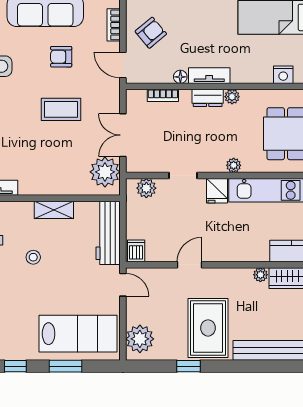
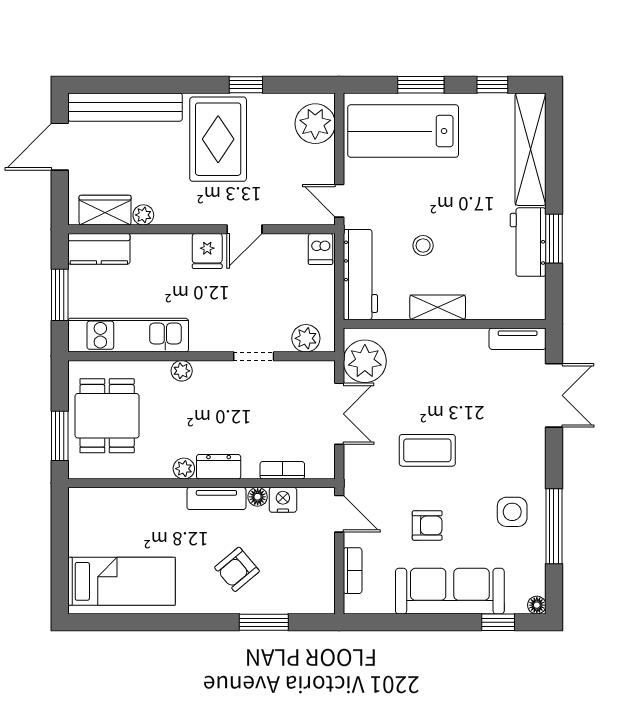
armchair: (151, 33) -> (237, 569), moved
nightstand: (283, 75) -> (283, 500), moved
fridge: (217, 191) -> (207, 251), moved, turned 180
stool: (33, 257) -> (423, 245), moved

